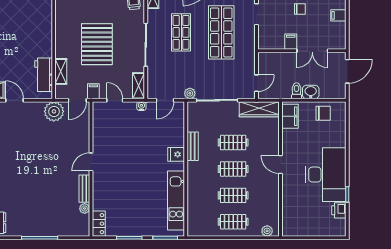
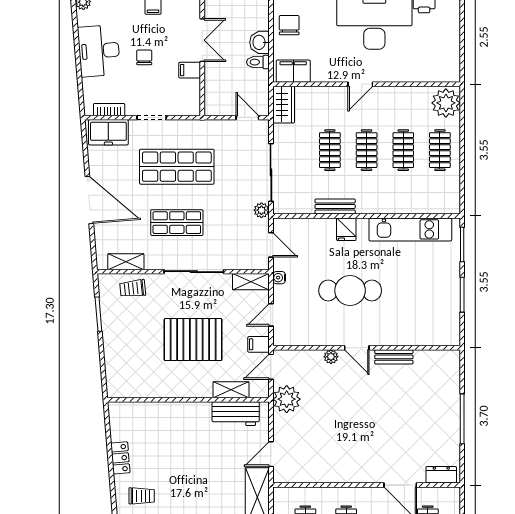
door: (77, 100) -> (271, 367), swing flipped
wardrobe: (259, 109) -> (284, 105), width x0.67
cafe table: (132, 157) -> (350, 291), added
plant: (85, 208) -> (331, 357), moved
locker: (99, 224) -> (443, 337), removed
plant: (267, 231) -> (446, 103), width x1.87, depth x1.87

